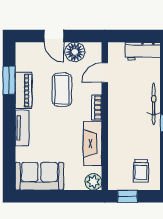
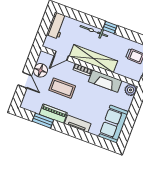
door: (54, 36) -> (25, 80), hinge flipped
door: (105, 73) -> (61, 56), hinge flipped
shelving: (117, 117) -> (93, 59), added

